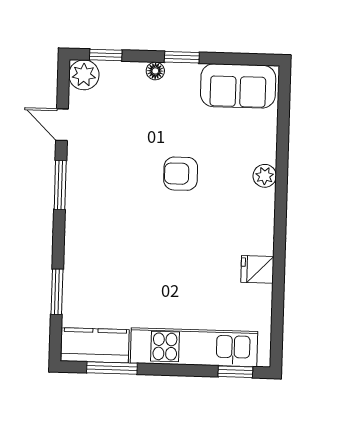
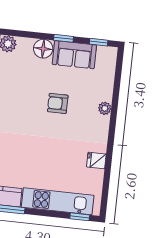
window: (106, 55) -> (99, 42), moved
floor lamp: (155, 71) -> (43, 49), width x1.89, depth x1.89
sofa: (238, 86) -> (74, 55), moved

